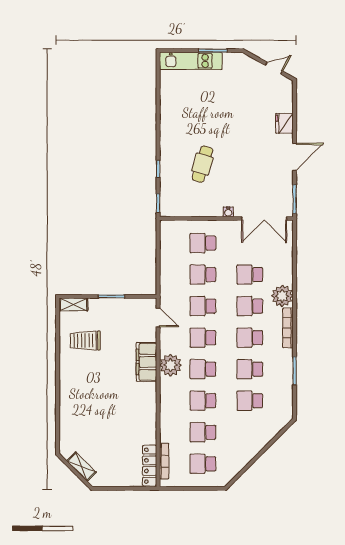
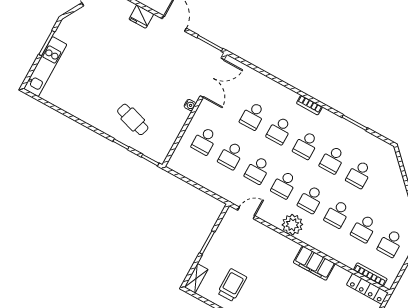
cafe table: (202, 164) -> (133, 119), moved
plant: (282, 296) -> (286, 98), removed
bookcase: (288, 328) -> (309, 105), width x0.64
trolley: (85, 341) -> (232, 285), turned 180
filing cabinet: (146, 362) -> (314, 263), moved

